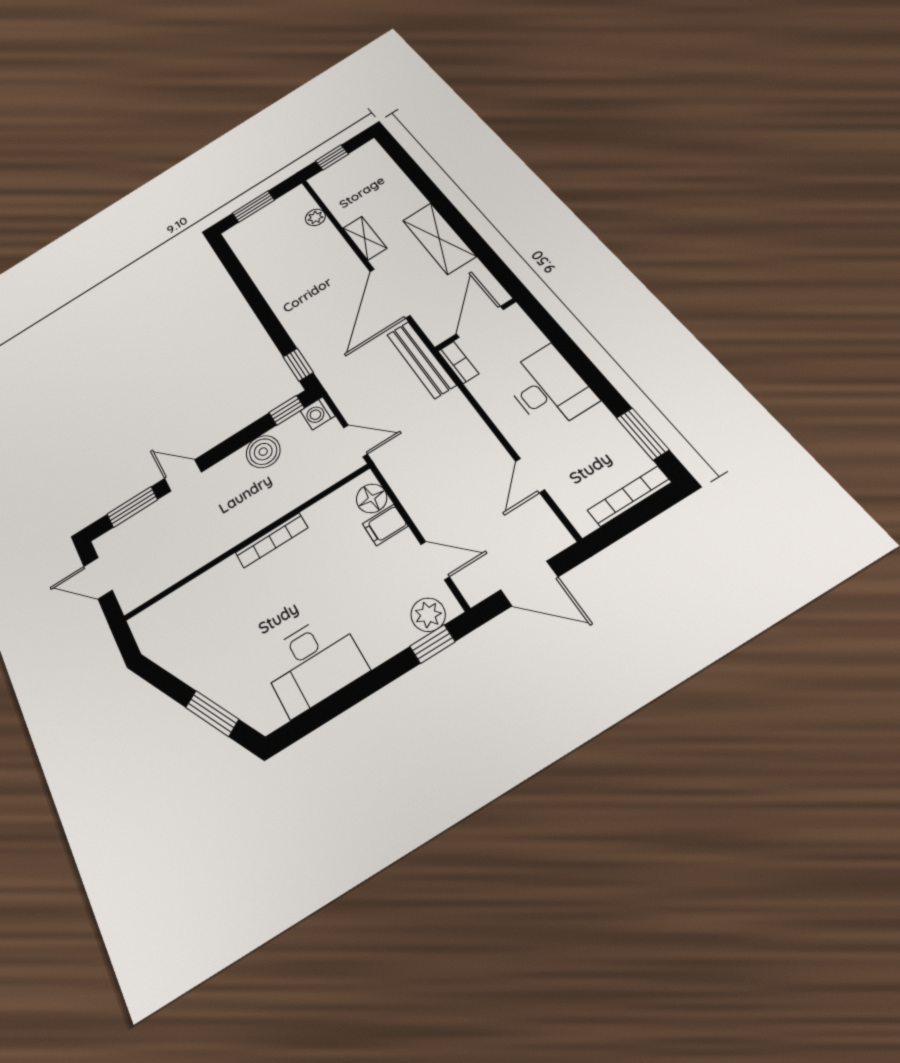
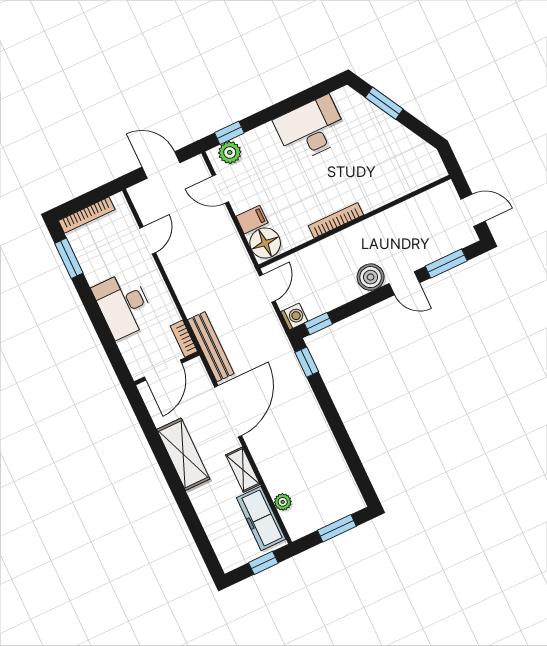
freezer: (339, 197) -> (261, 518), added
door: (355, 441) -> (267, 288), swing flipped
boiler: (263, 452) -> (371, 277), moved
floor lamp: (372, 498) -> (265, 243), width x1.38, depth x1.38

